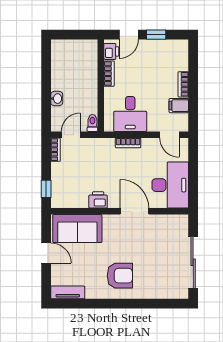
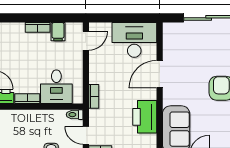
desk: (130, 114) -> (56, 87), moved, turned 90
bookcase: (128, 143) -> (94, 96), moved
printer: (98, 200) -> (145, 117), width x1.87, depth x1.48

